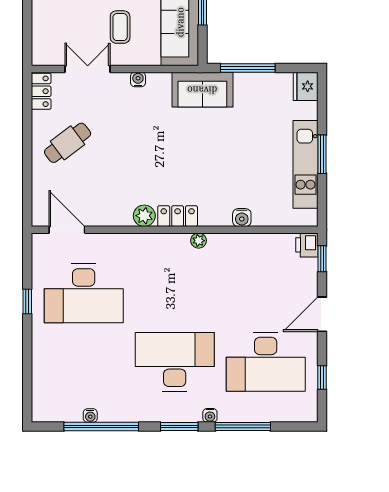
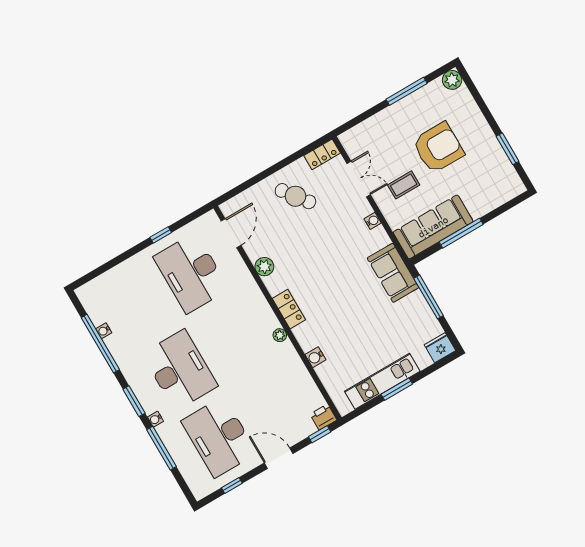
plant: (144, 216) -> (264, 267), moved

